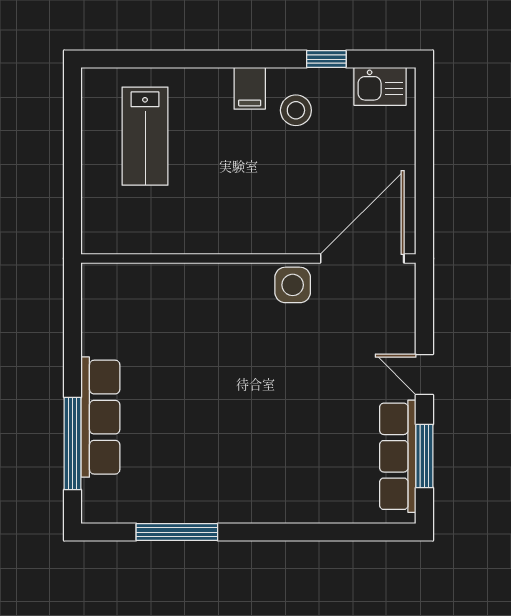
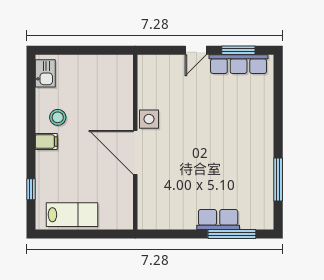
window: (326, 59) -> (31, 189), moved
lab bench: (145, 136) -> (72, 215), moved
door: (362, 259) -> (135, 152), moved
row of seats: (100, 417) -> (218, 220), width x0.68

